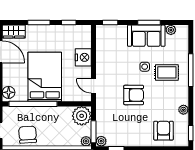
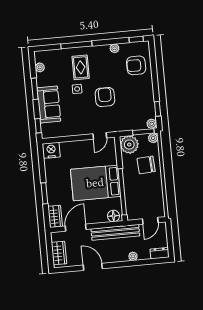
window: (69, 22) -> (42, 165), removed
sofa: (146, 36) -> (49, 104), moved
nightstand: (83, 57) -> (51, 150), moved
chair: (28, 135) -> (146, 165), moved

